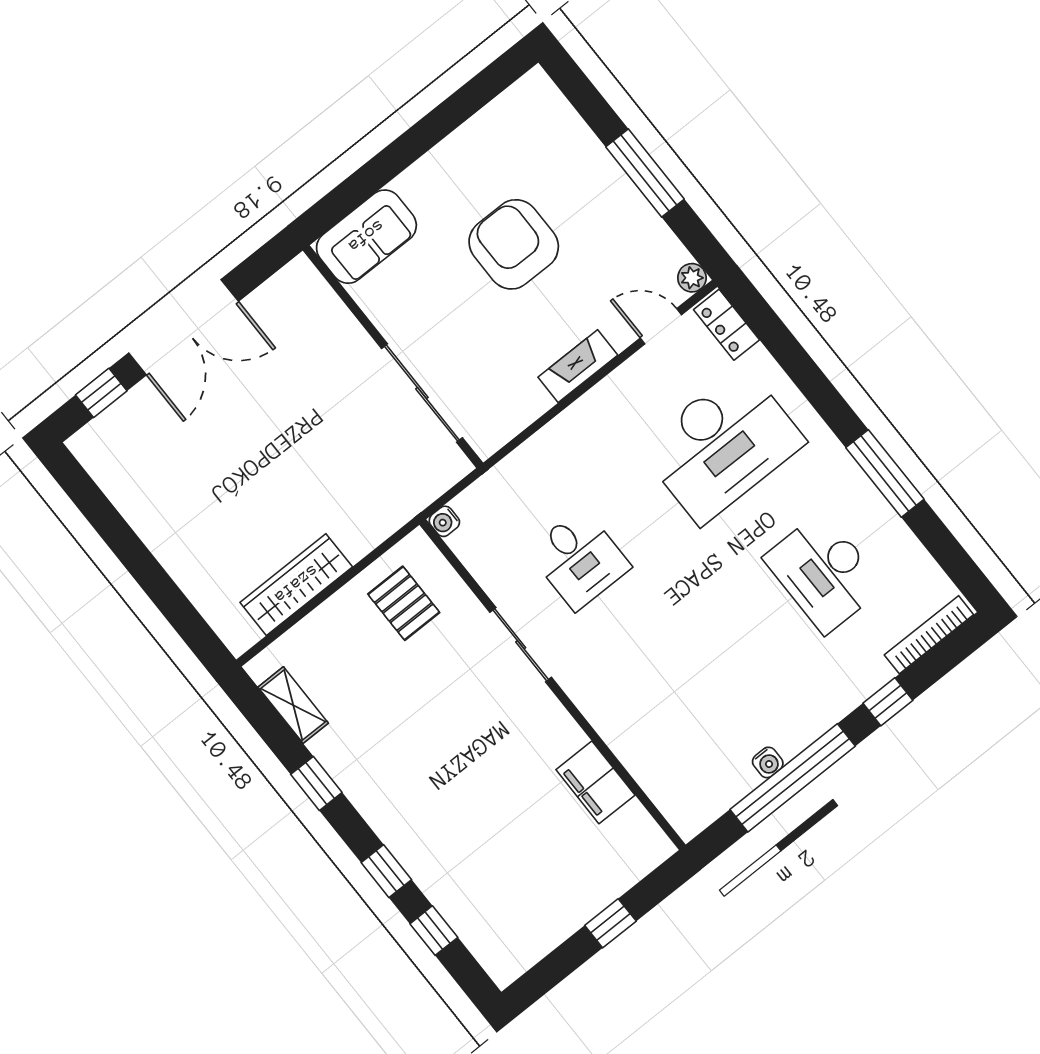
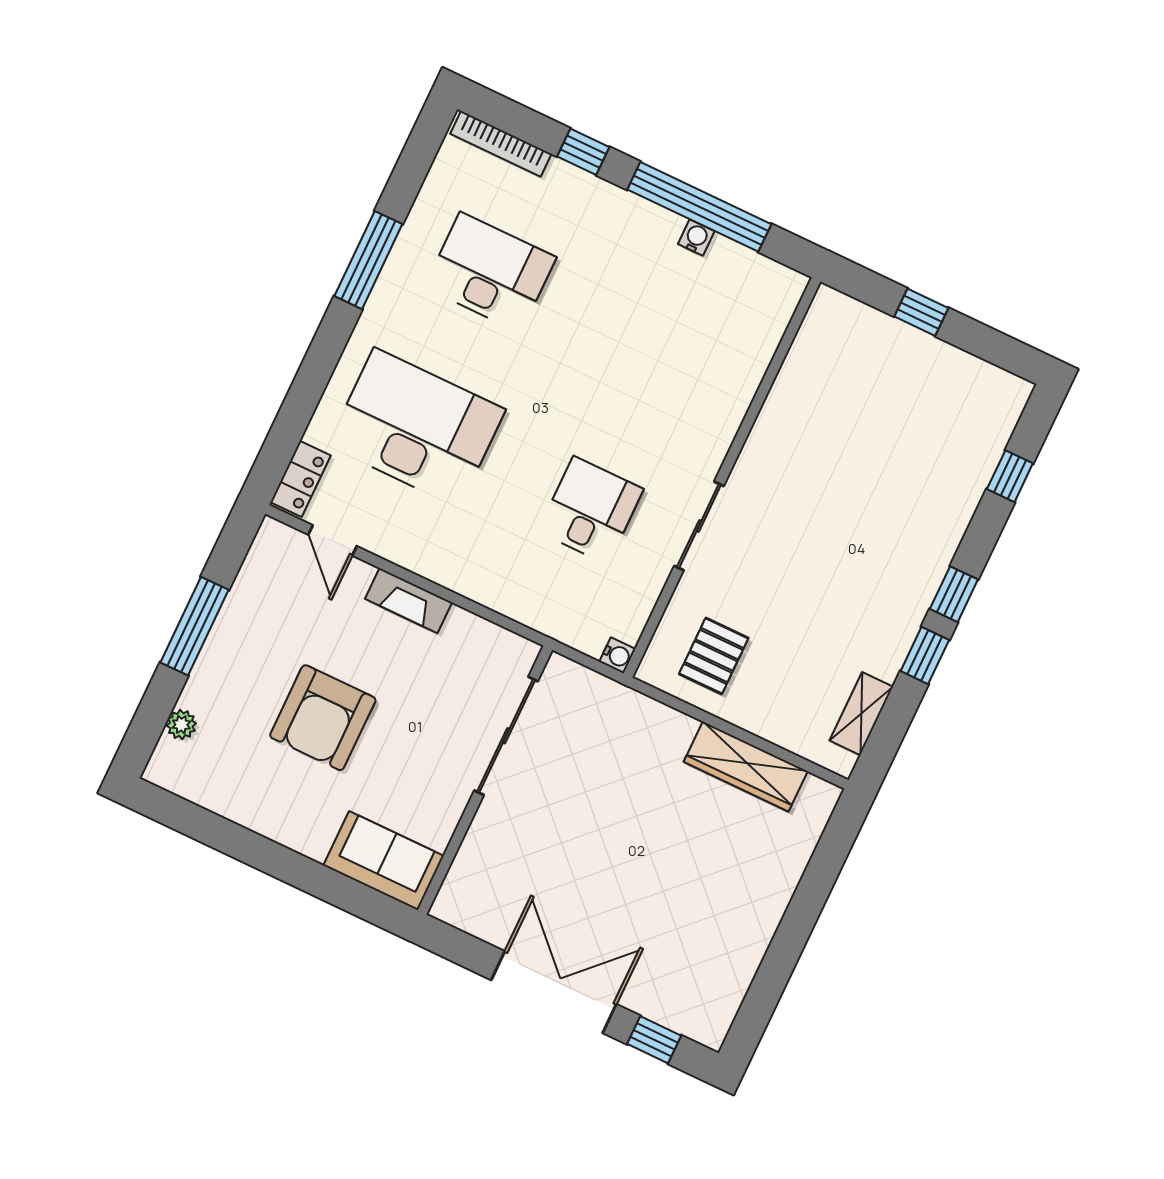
plant: (692, 278) -> (181, 725), moved
desk: (824, 572) -> (490, 272), turned -90
filing cabinet: (595, 782) -> (795, 392), removed
window: (386, 871) -> (954, 594), moved

